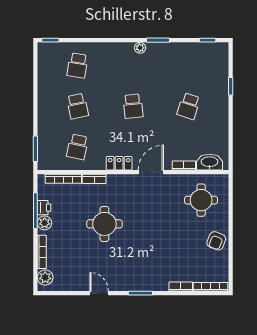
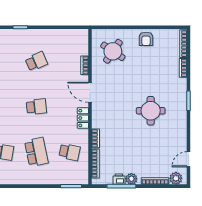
school desk: (77, 106) -> (36, 152), width x1.85
school desk: (189, 106) -> (36, 61), turned -42
washbasin: (209, 162) -> (82, 44), removed
round table: (201, 200) -> (113, 51), turned 34
round table: (104, 224) -> (151, 111), moved
armchair: (216, 241) -> (146, 39), turned 68
door: (99, 293) -> (189, 159), moved

